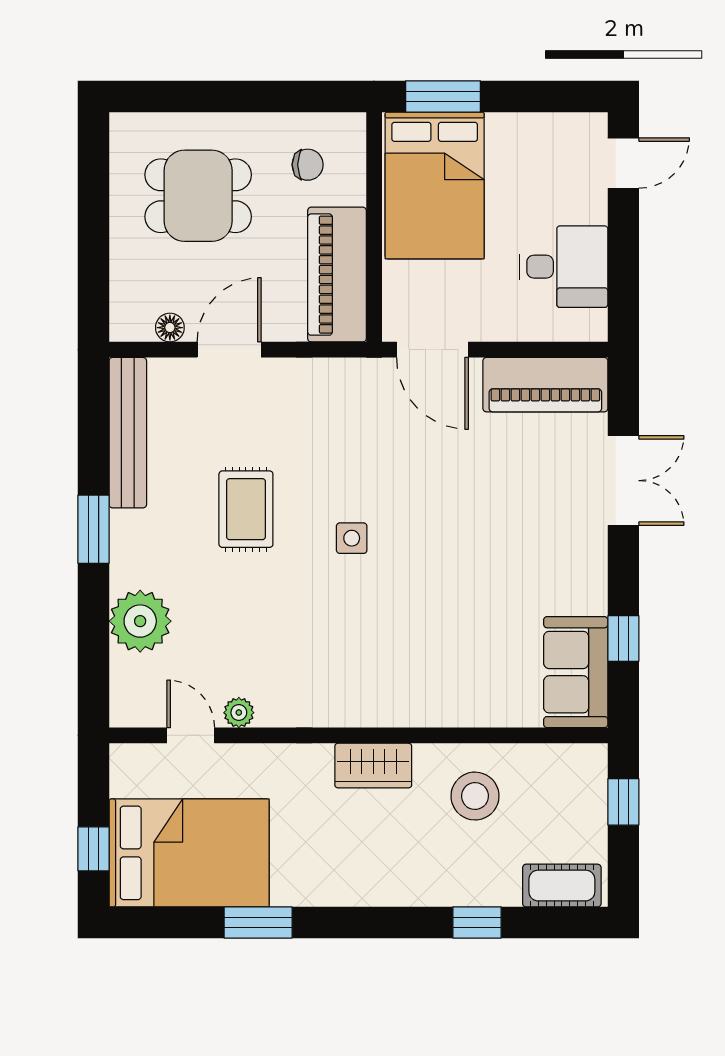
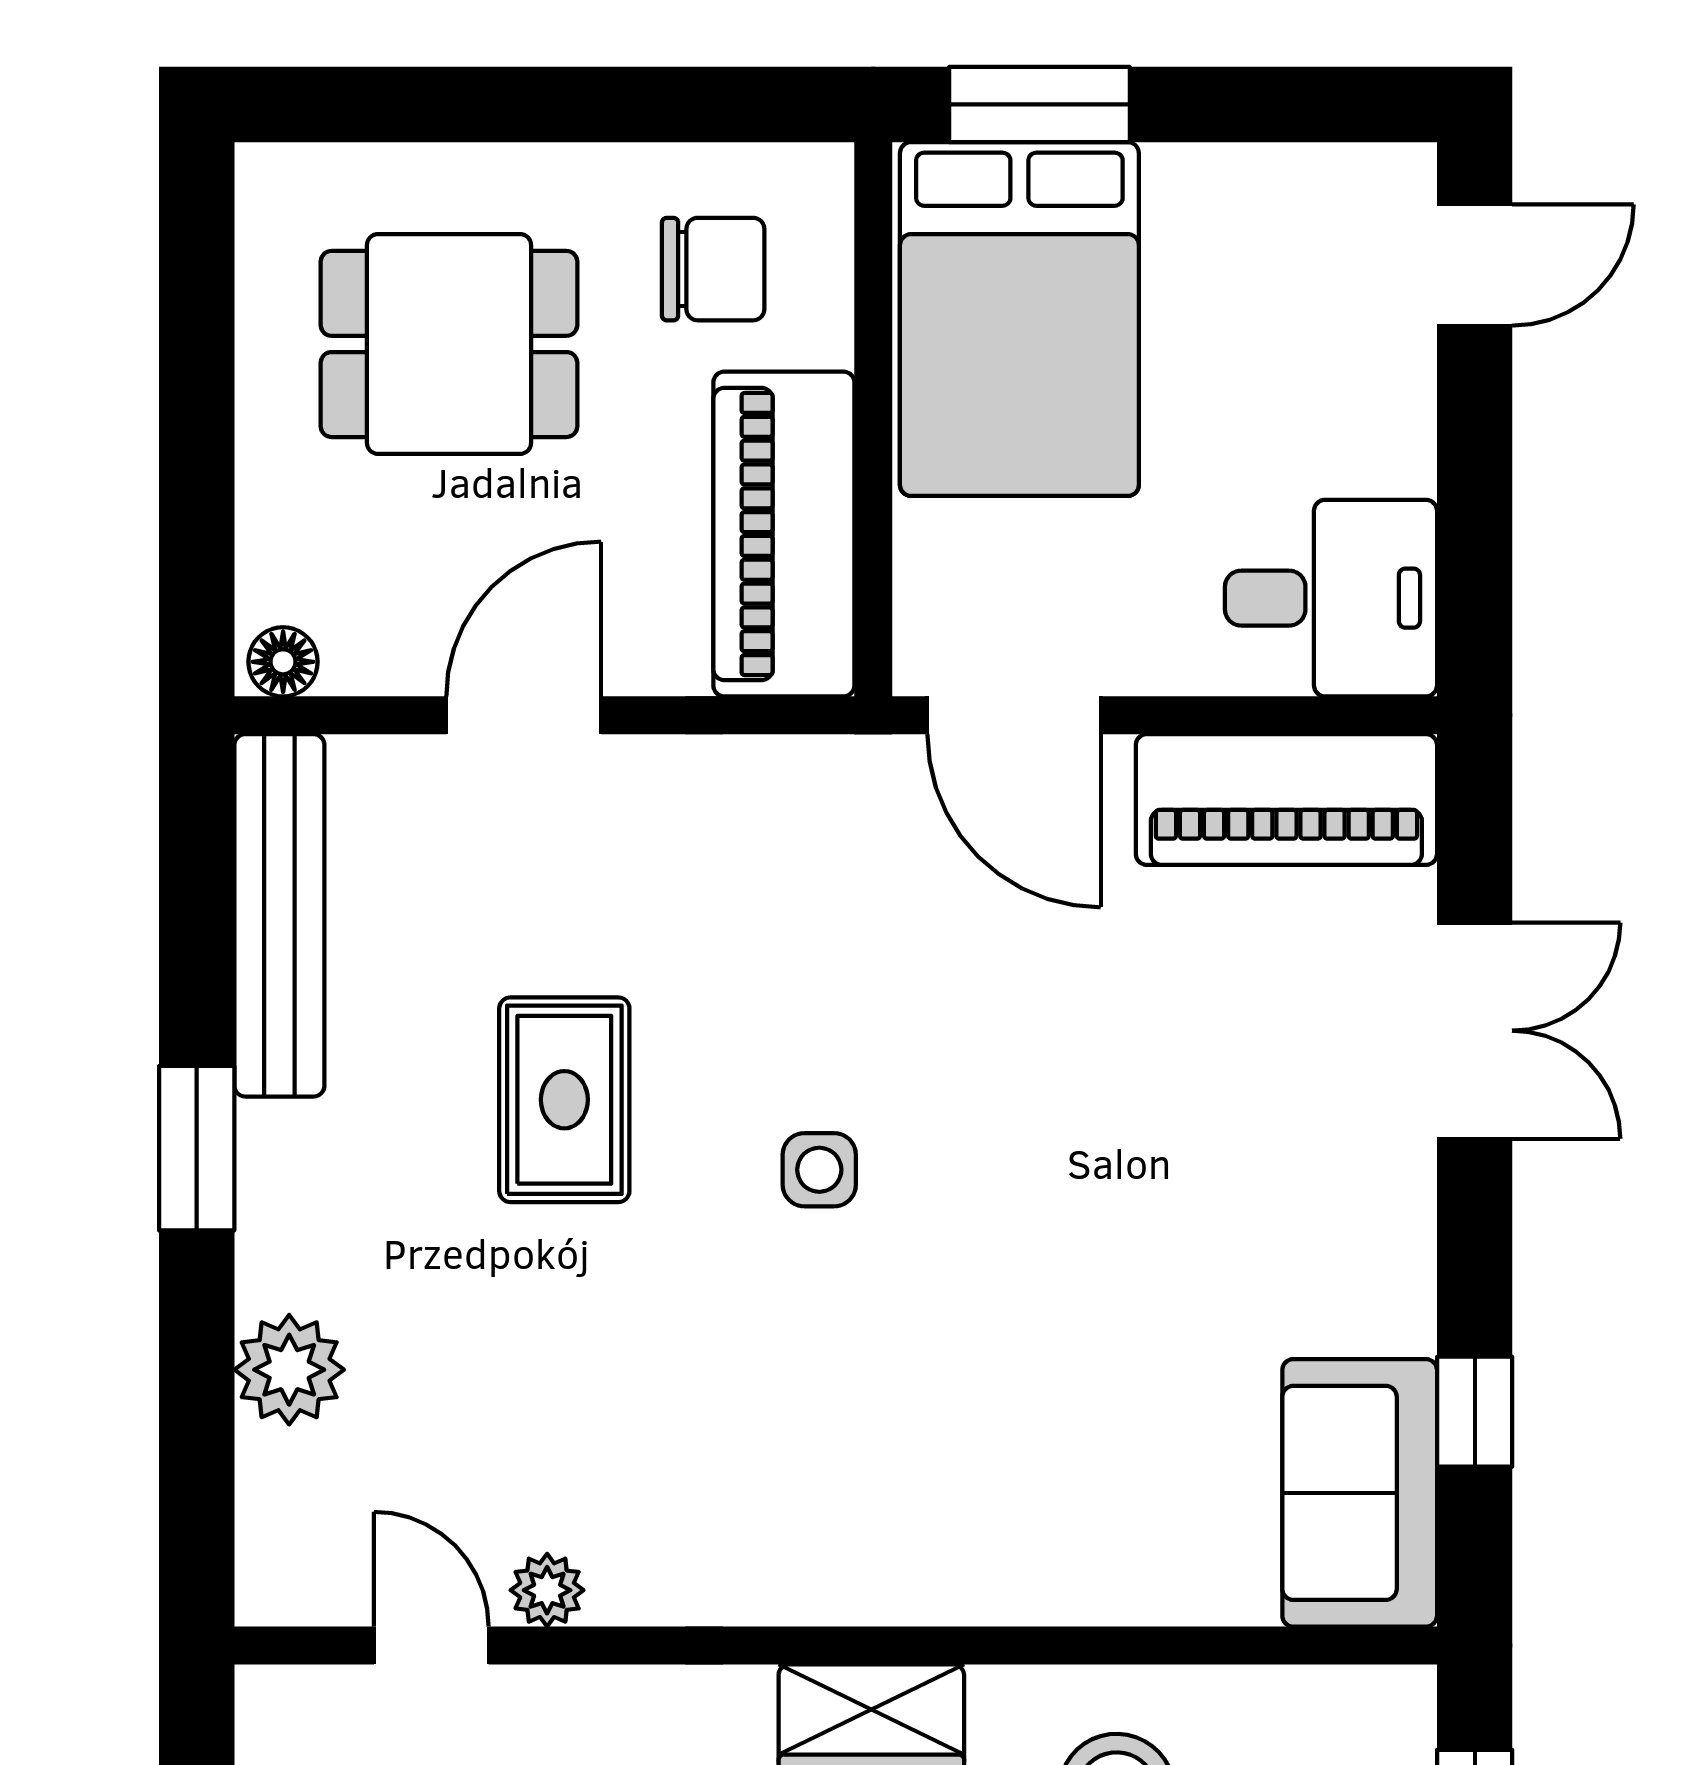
chair: (308, 165) -> (713, 269), width x1.37, depth x1.37
desk: (564, 267) -> (1331, 598), moved
floor lamp: (170, 328) -> (283, 662), moved
plant: (140, 621) -> (289, 1370), width x0.73, depth x0.73

